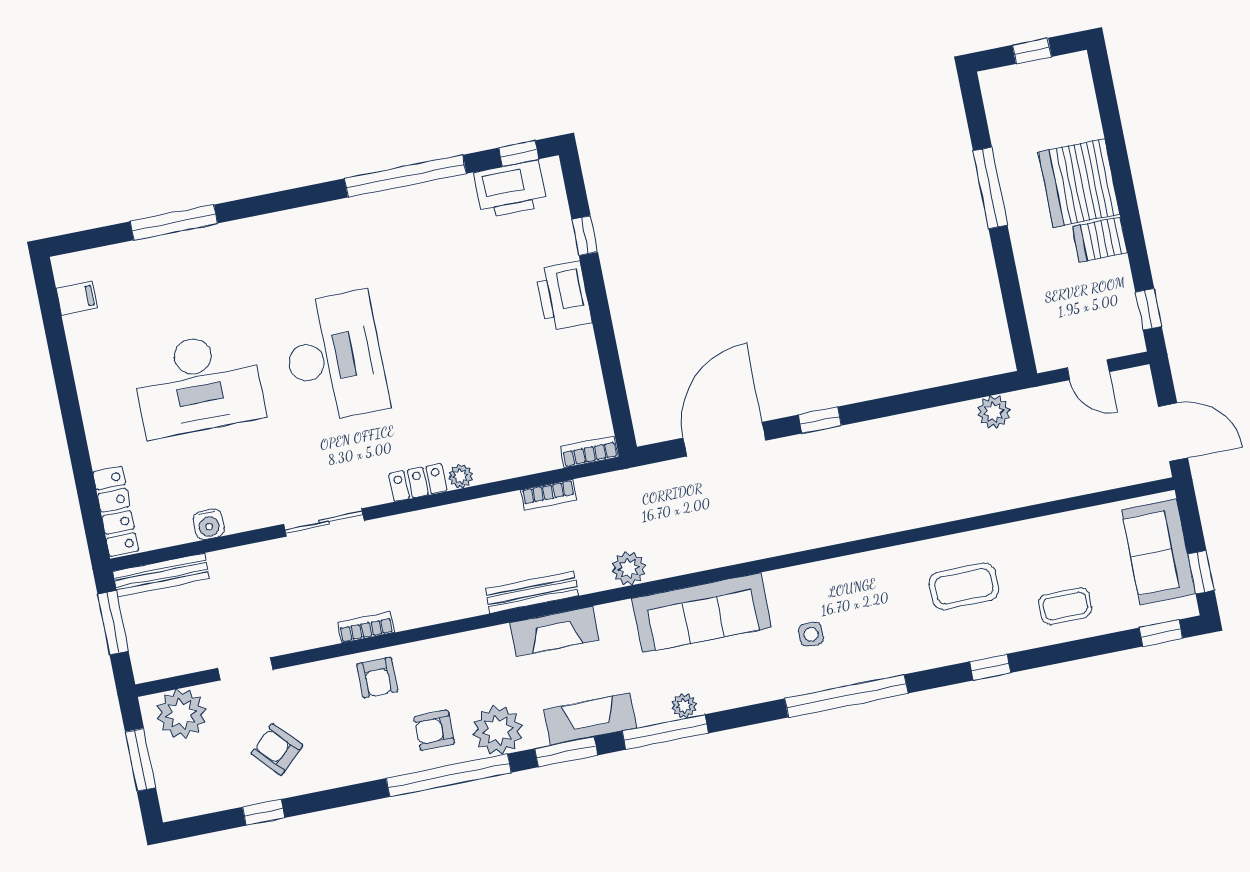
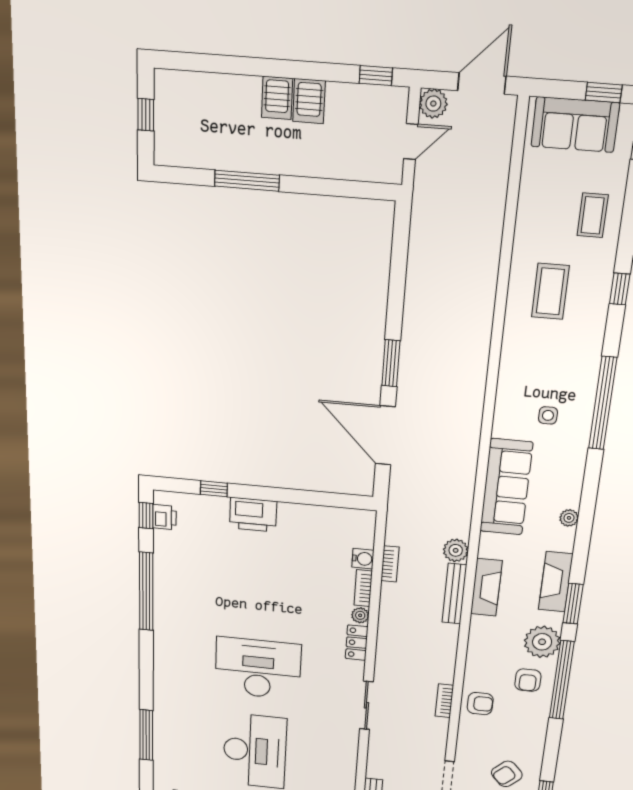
server rack: (1079, 183) -> (277, 98), width x0.46, depth x0.70
printer: (510, 189) -> (164, 517), width x0.53, depth x0.68
plant: (994, 412) -> (433, 104), moved
window: (820, 420) -> (391, 363), width x1.50
bookcase: (589, 452) -> (363, 588), moved
water cooler: (209, 524) -> (363, 559), moved
plant: (629, 568) -> (456, 550), moved
window: (665, 732) -> (583, 536), removed

